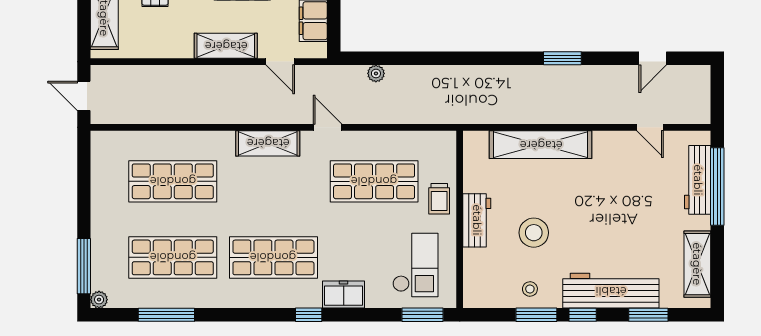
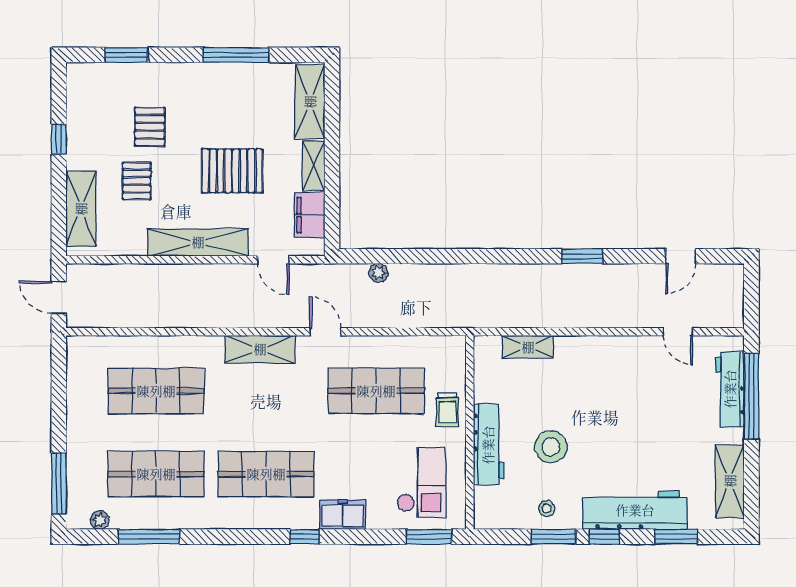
shelving: (226, 46) -> (198, 242), width x1.47
shelving: (541, 145) -> (528, 347), width x0.45, depth x0.75
workbench: (477, 220) -> (488, 445), width x1.38
plant: (99, 300) -> (100, 520), moved

